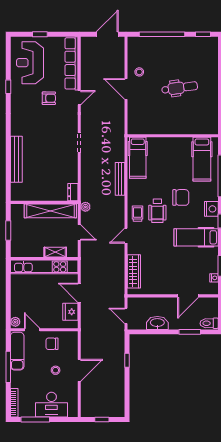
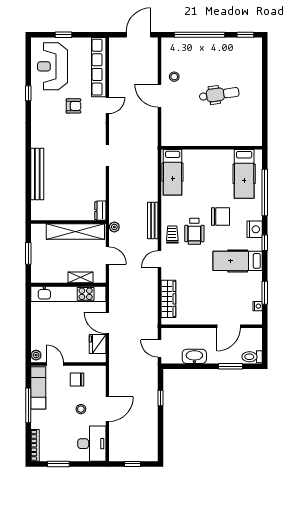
bench: (120, 179) -> (153, 221), moved
desk: (51, 405) -> (92, 444), moved, turned -90
window: (35, 419) -> (58, 464), width x0.69

